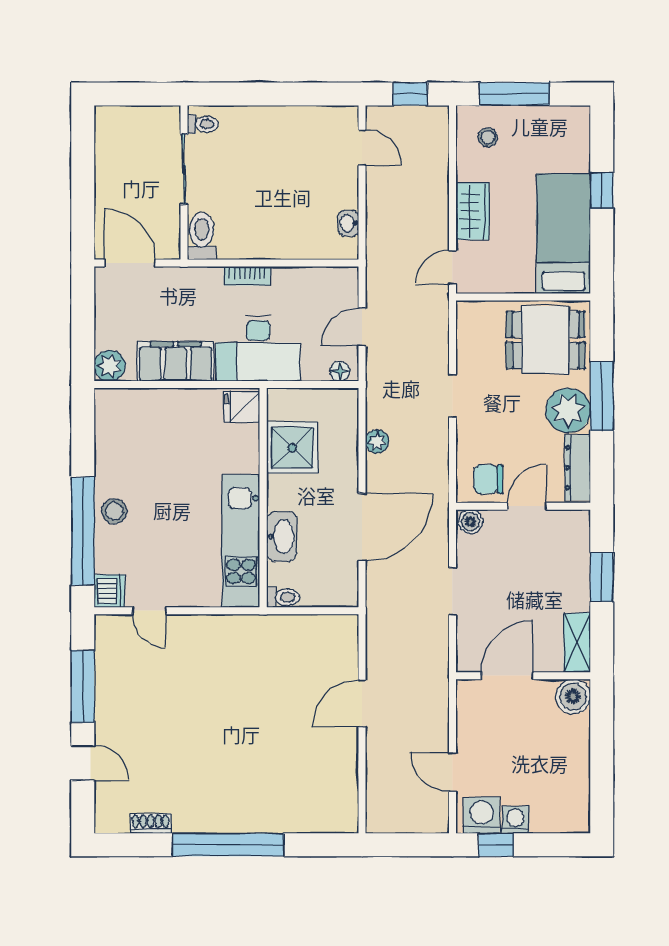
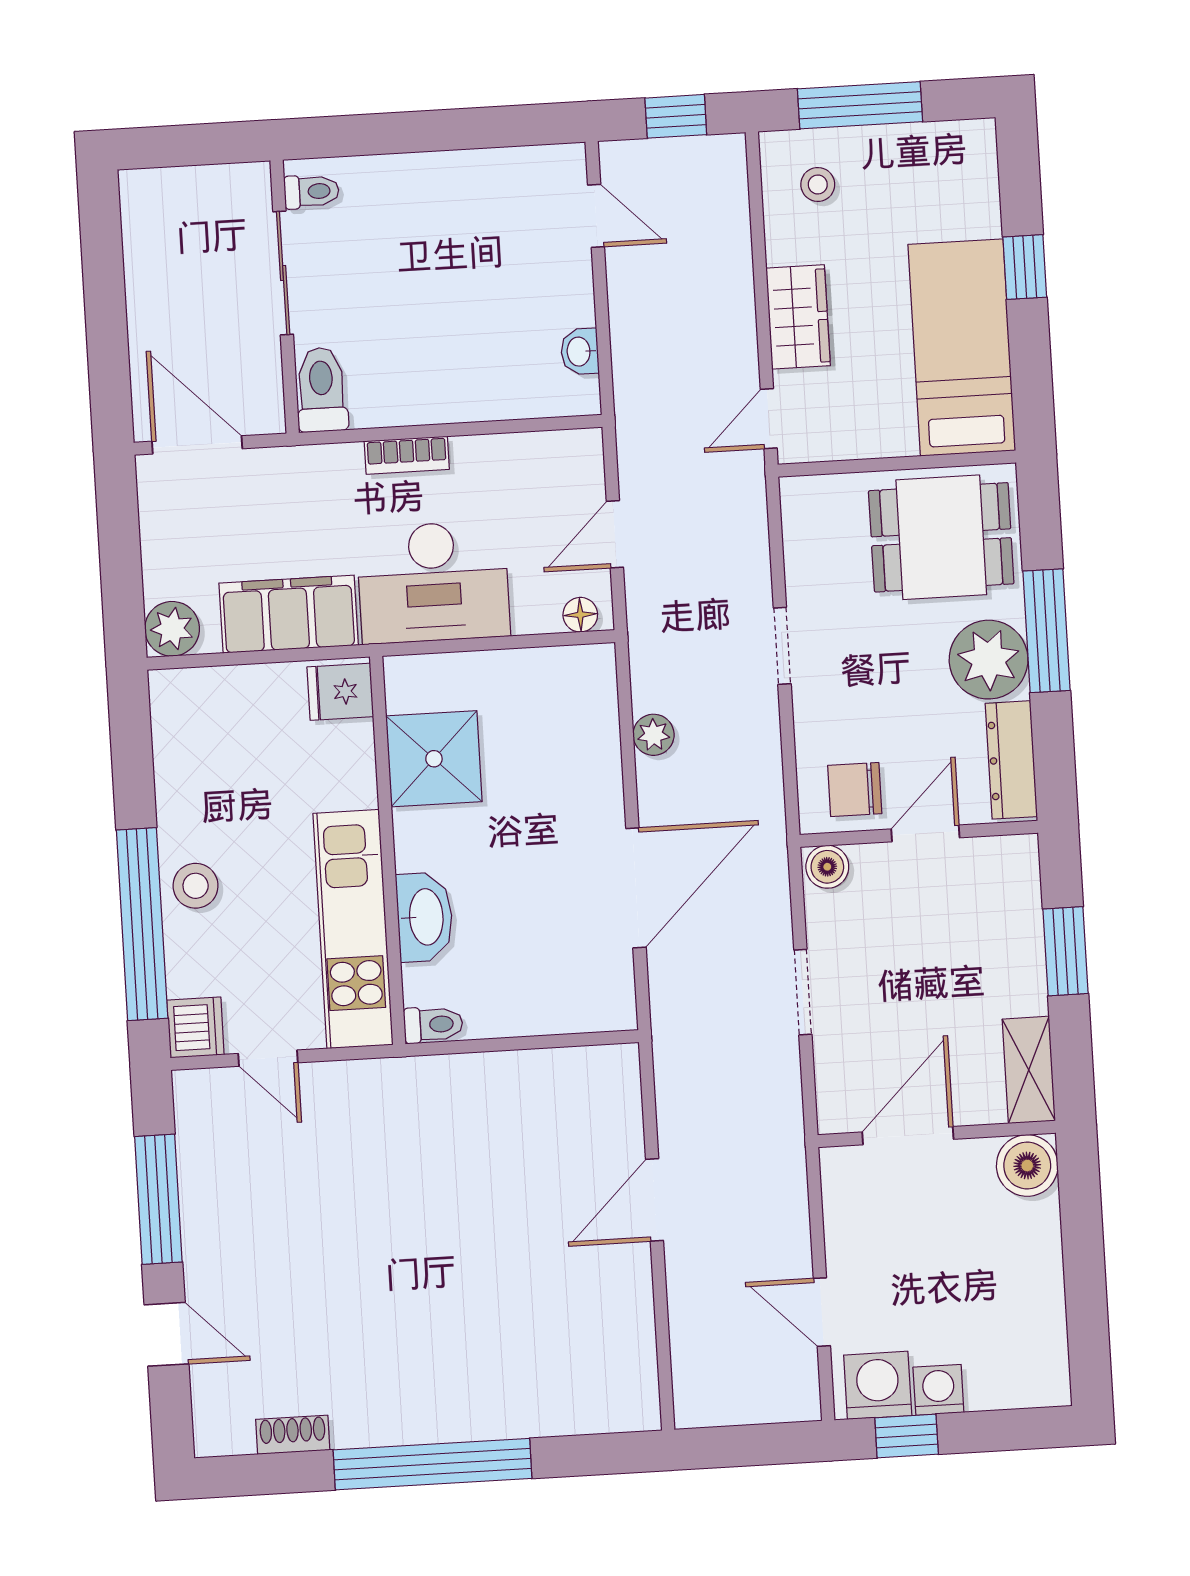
fridge: (242, 407) -> (340, 692), moved
shower: (292, 448) -> (434, 759), moved
wall: (263, 498) -> (388, 850), moved
washbasin: (282, 536) -> (425, 917), moved
kitchen unit: (241, 541) -> (353, 929), moved
toilet: (283, 597) -> (433, 1024), moved

